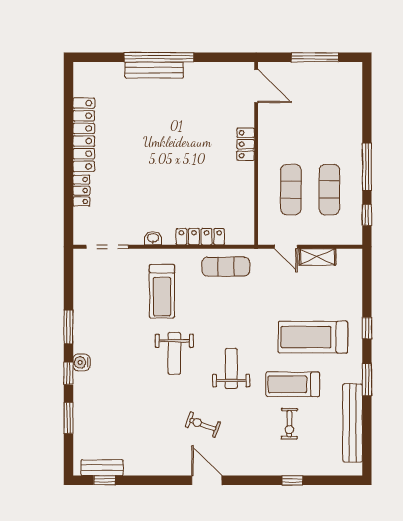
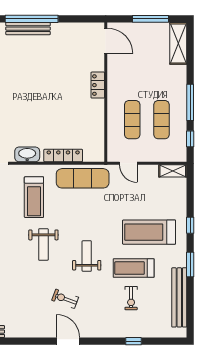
shelving: (351, 90) -> (178, 43), added
washbasin: (153, 238) -> (27, 154), width x1.91, depth x1.45
shelving: (317, 257) -> (173, 171), moved
exercise mat: (226, 267) -> (83, 178), width x1.36, depth x1.45

